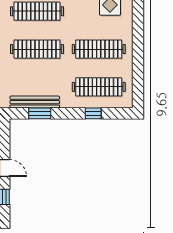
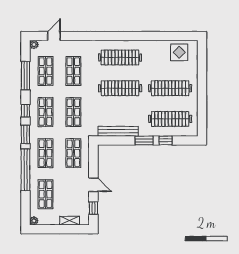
window: (40, 113) -> (144, 140), moved

